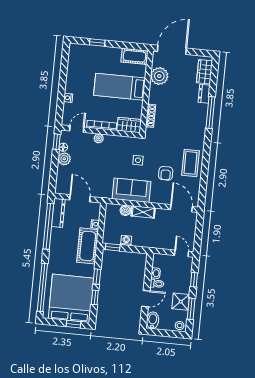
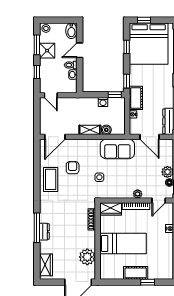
cot: (135, 56) -> (136, 273), moved
dresser: (204, 94) -> (44, 232), moved
sofa: (131, 190) -> (117, 149), moved
door: (181, 208) -> (55, 137), hinge flipped
cot: (88, 246) -> (136, 98), width x0.73, depth x0.75
window: (97, 277) -> (127, 81), moved

